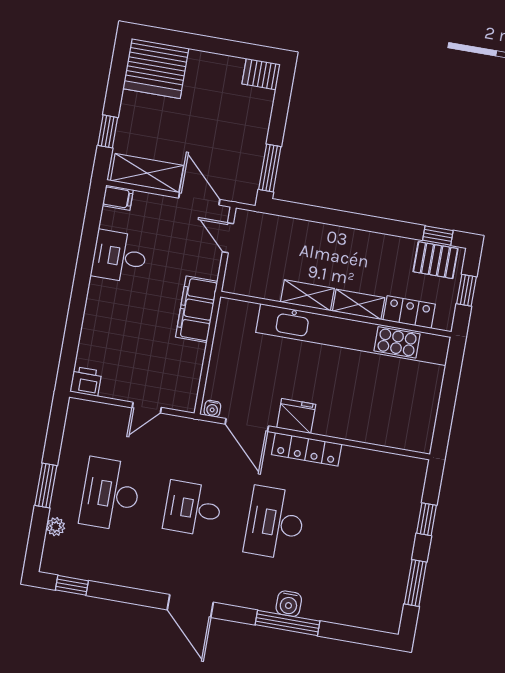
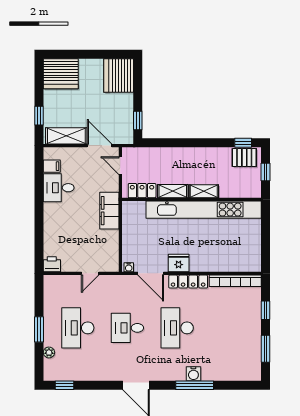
server rack: (261, 74) -> (119, 75), width x2.18, depth x1.44
window: (270, 168) -> (138, 120), width x0.67
filing cabinet: (118, 198) -> (52, 166), moved
locker: (409, 312) -> (142, 191), moved
bookcase: (385, 462) -> (235, 281), added

